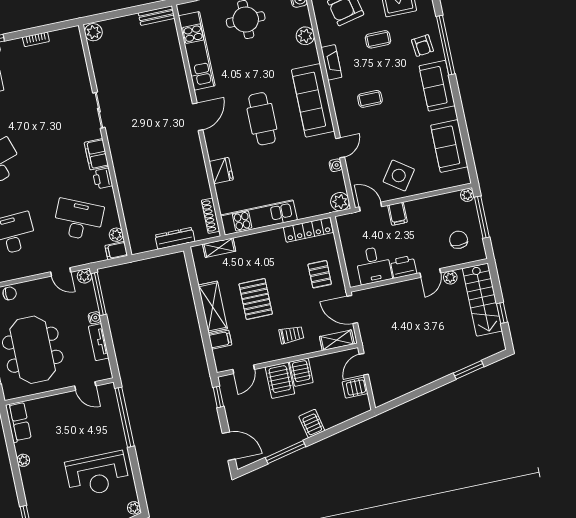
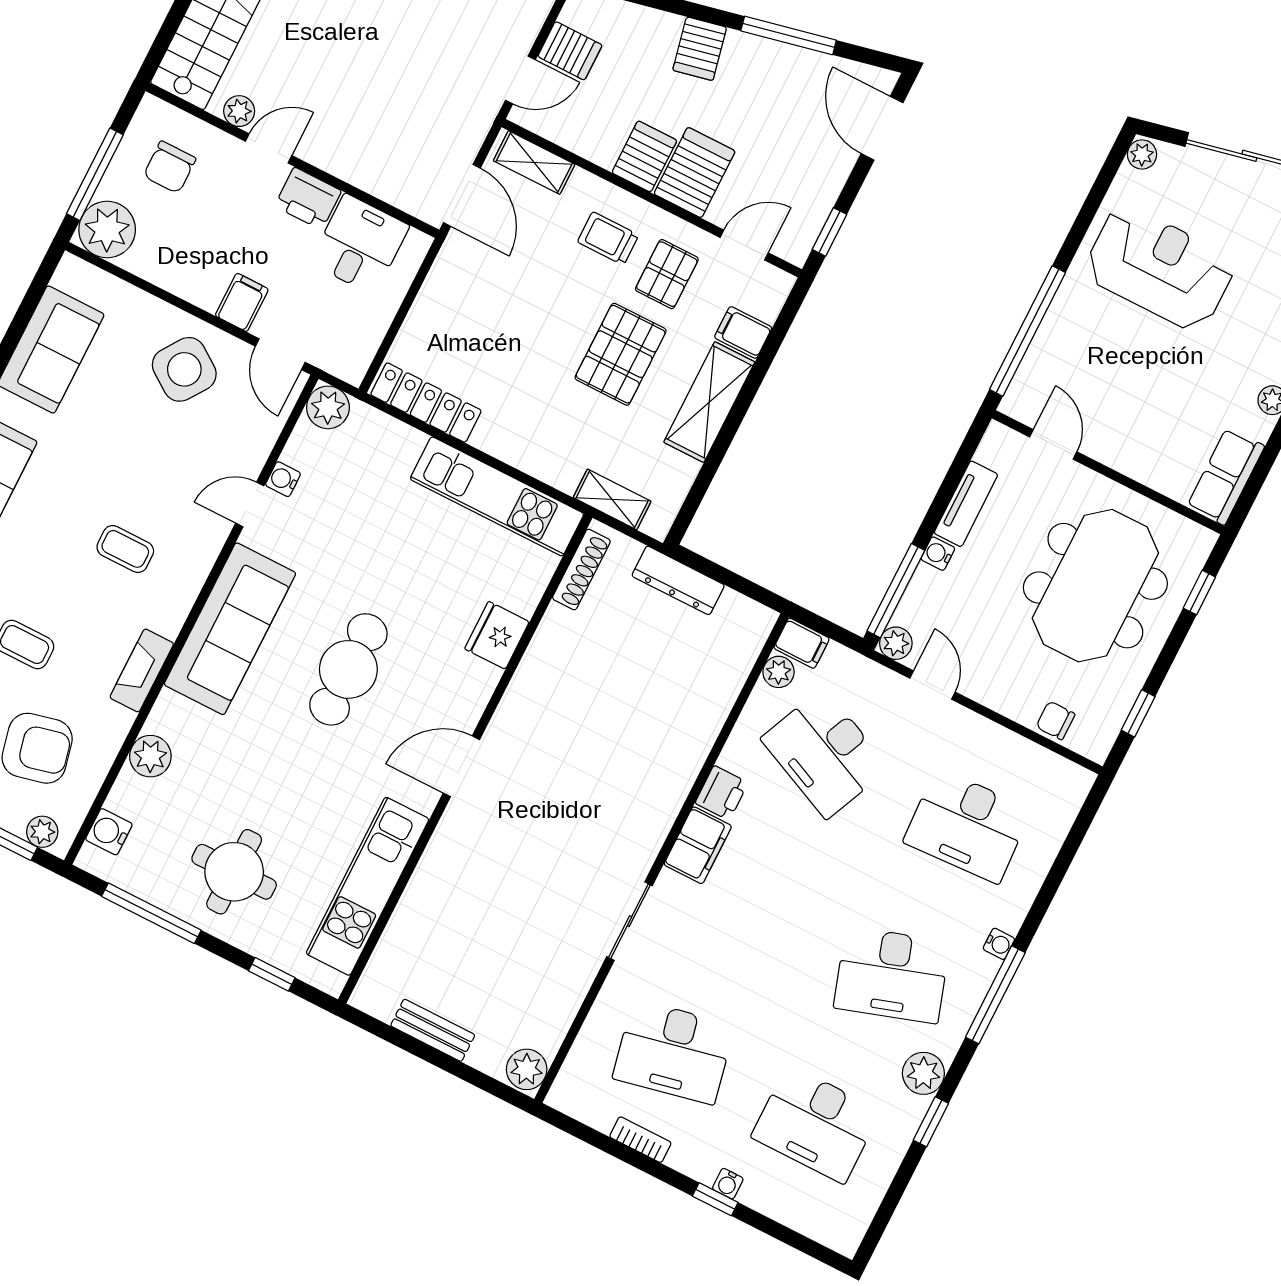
bench: (157, 16) -> (433, 1030), moved
desk: (49, 78) -> (674, 1052), added
plant: (467, 195) -> (107, 230), width x1.88, depth x1.88
pallet: (320, 274) -> (667, 274), moved

